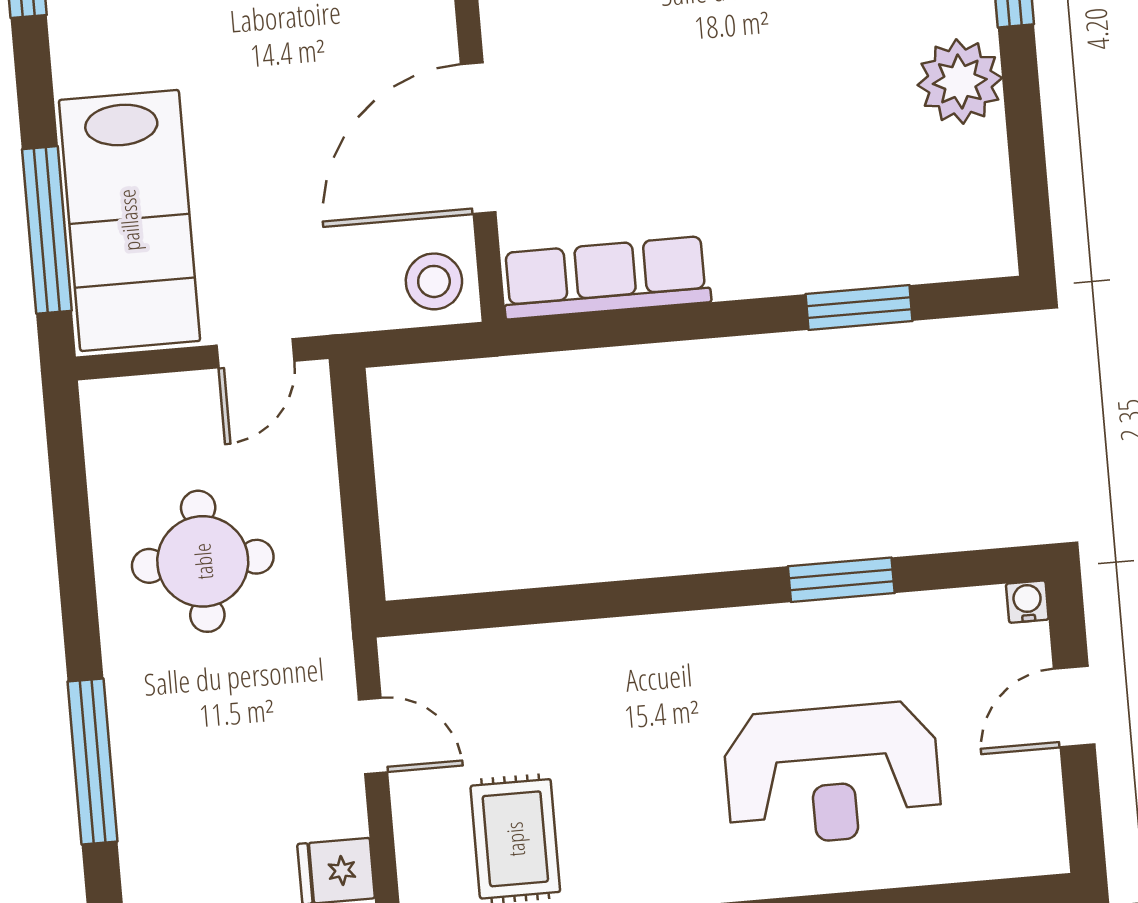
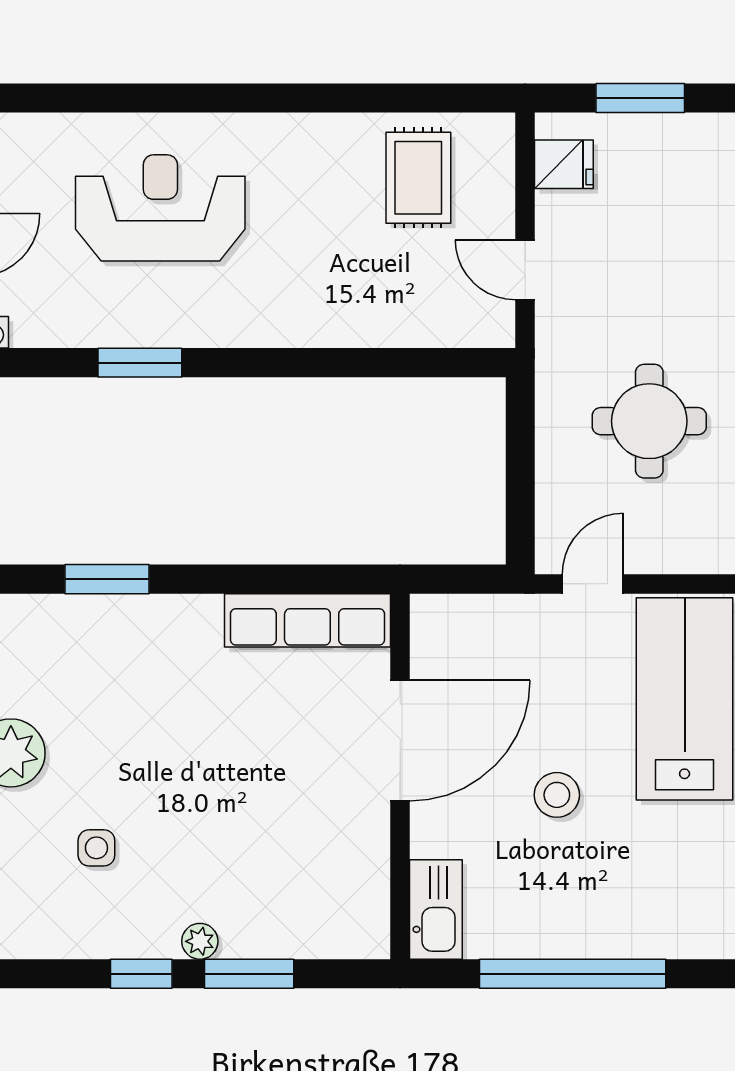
stool: (434, 281) -> (557, 795), moved

